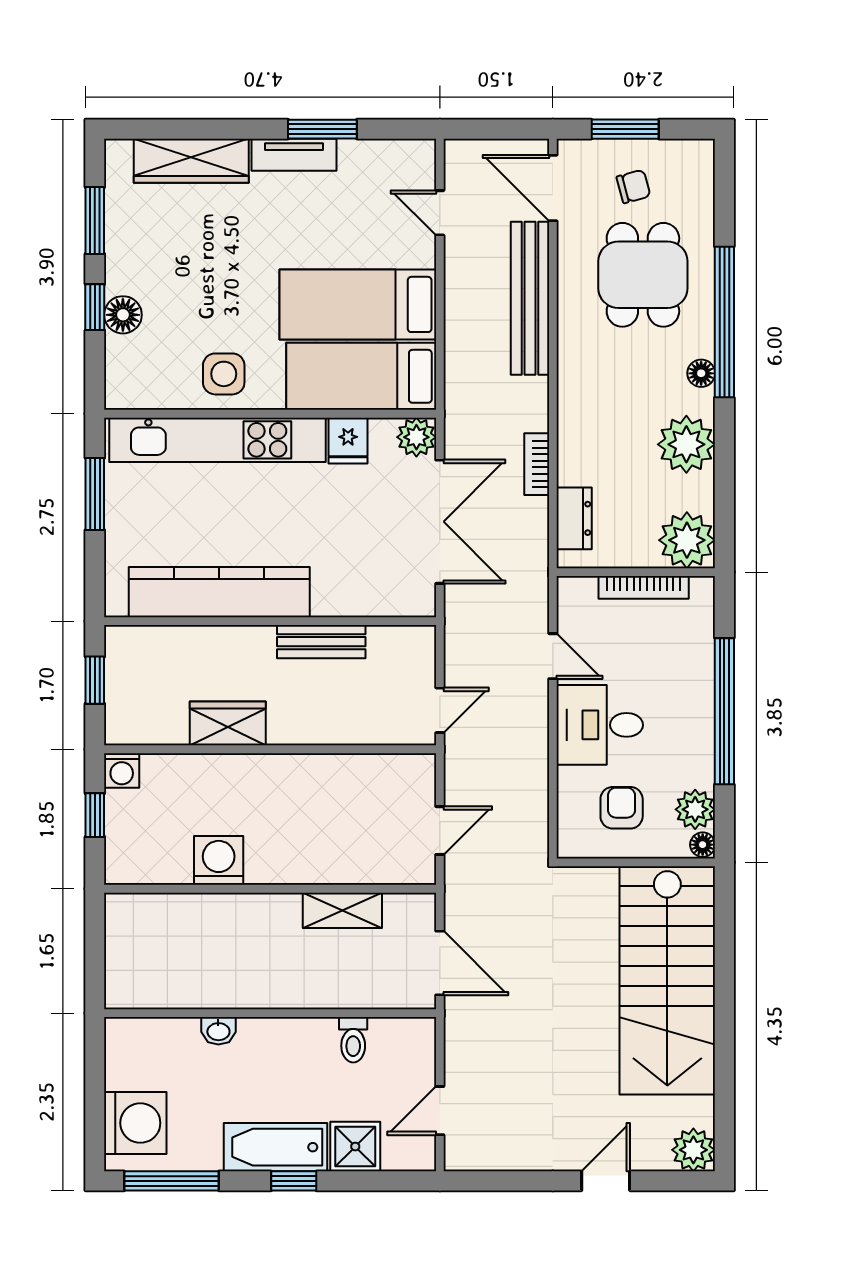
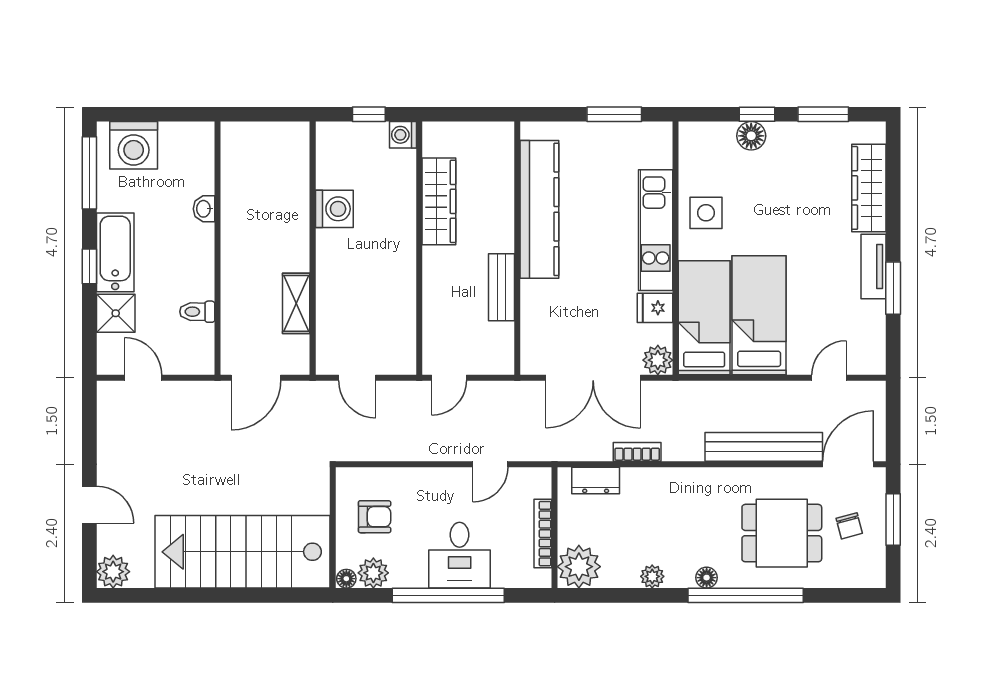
kitchen unit: (218, 440) -> (656, 230), width x0.73
plant: (686, 444) -> (652, 576), width x0.53, depth x0.53
window: (95, 680) -> (472, 114), removed
door: (440, 710) -> (449, 378), hinge flipped
wardrobe: (228, 723) -> (439, 201), width x1.50
desk: (600, 725) -> (460, 555), moved, turned 180

